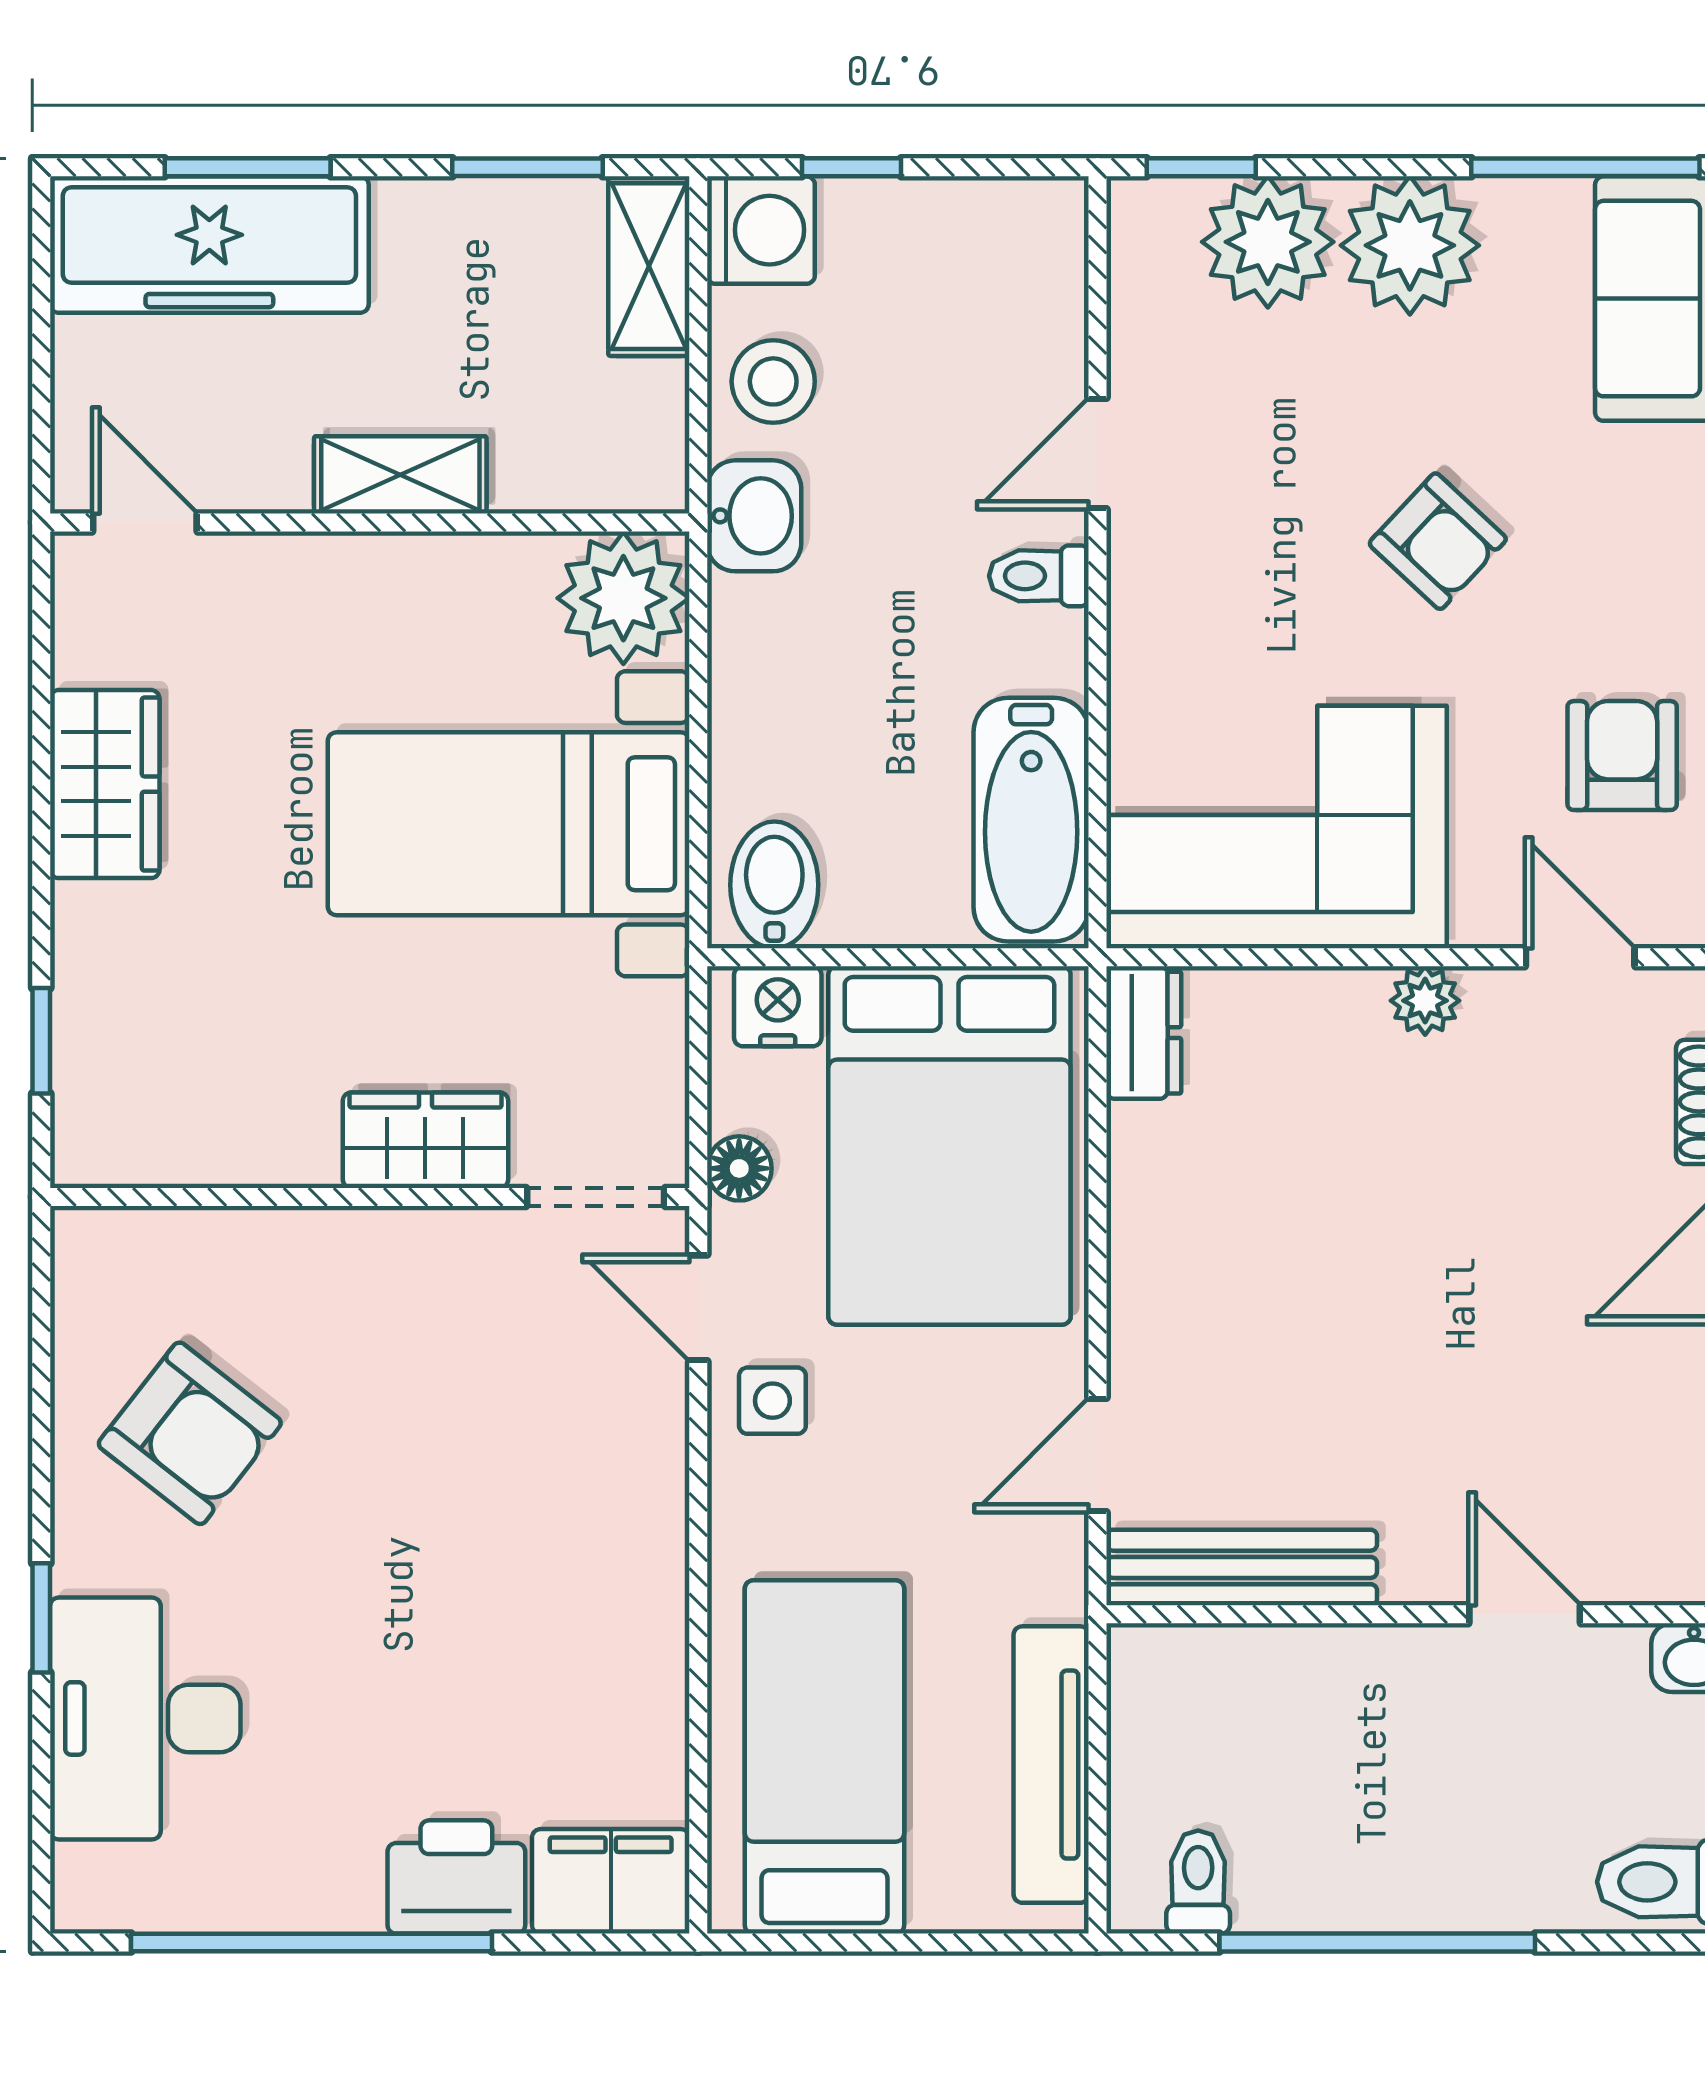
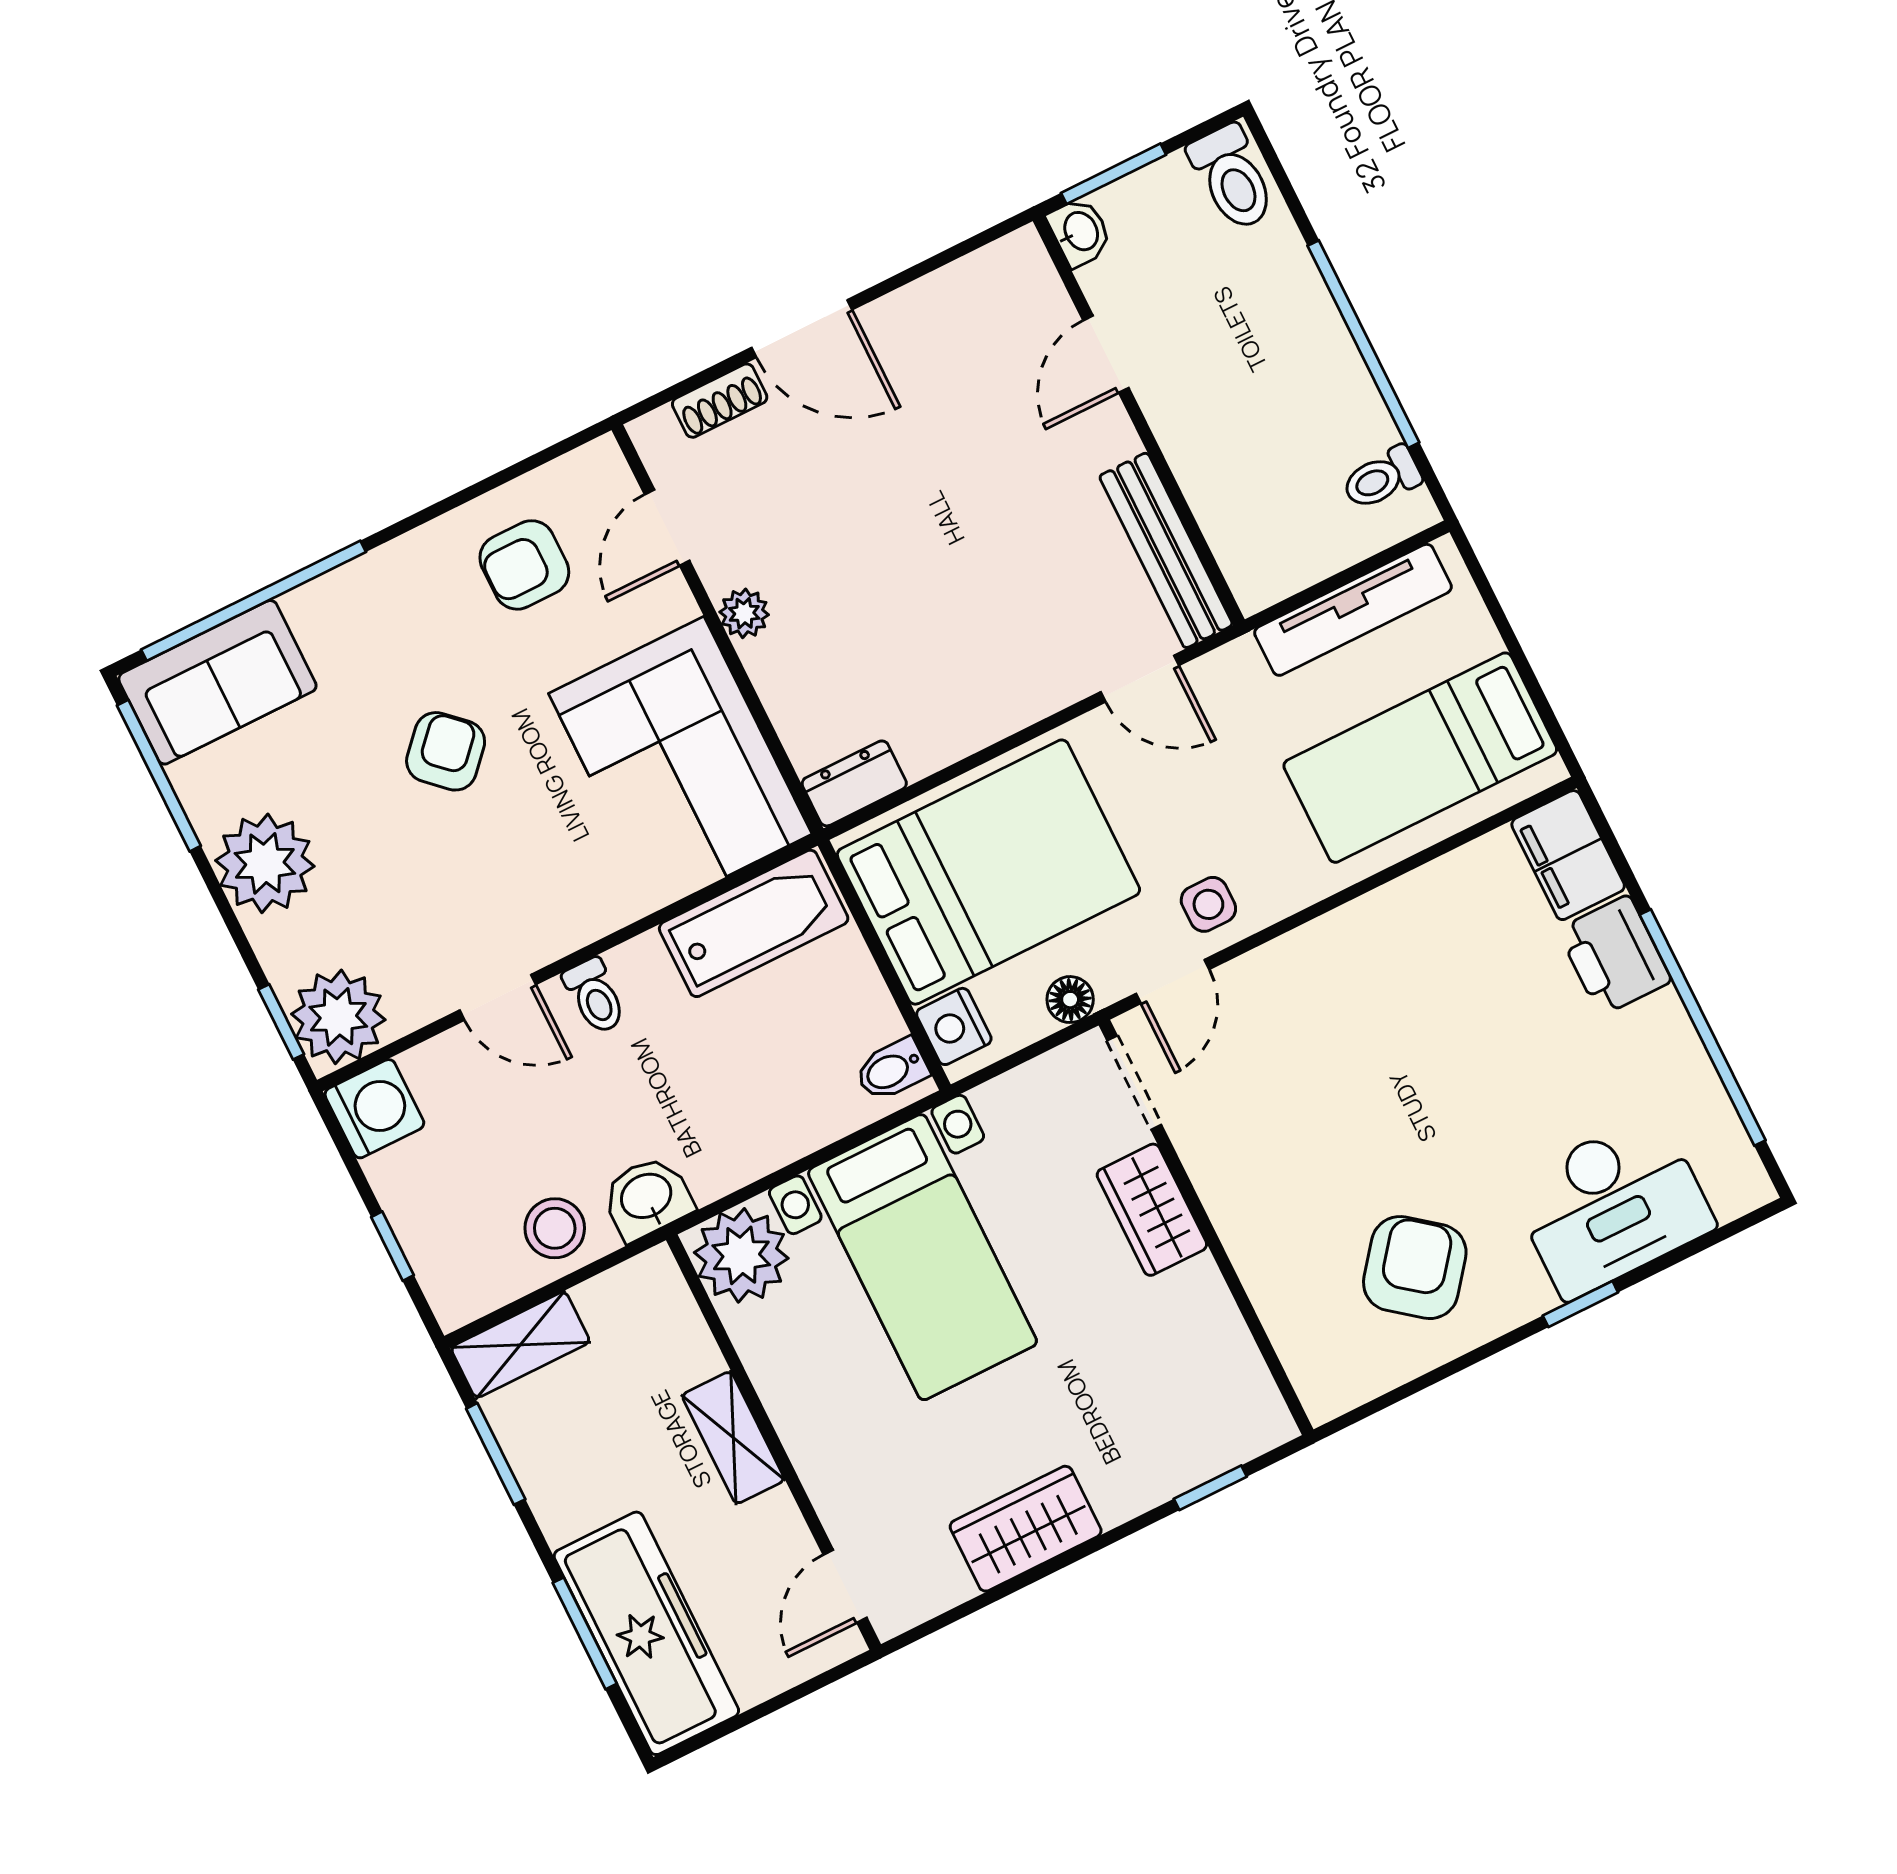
washing machine: (761, 230) -> (374, 1109), moved, turned 90
plant: (1268, 242) -> (338, 1017), moved
bidet: (774, 885) -> (892, 1070), width x0.72, depth x0.74

